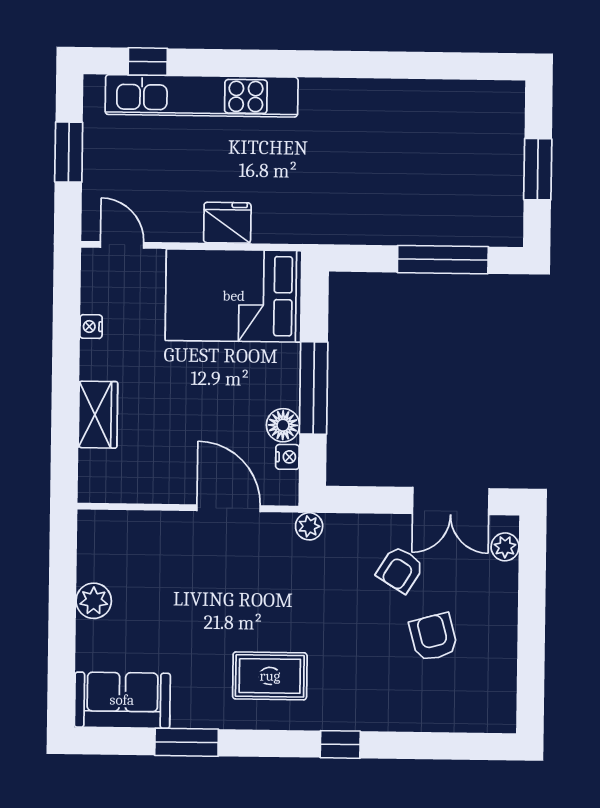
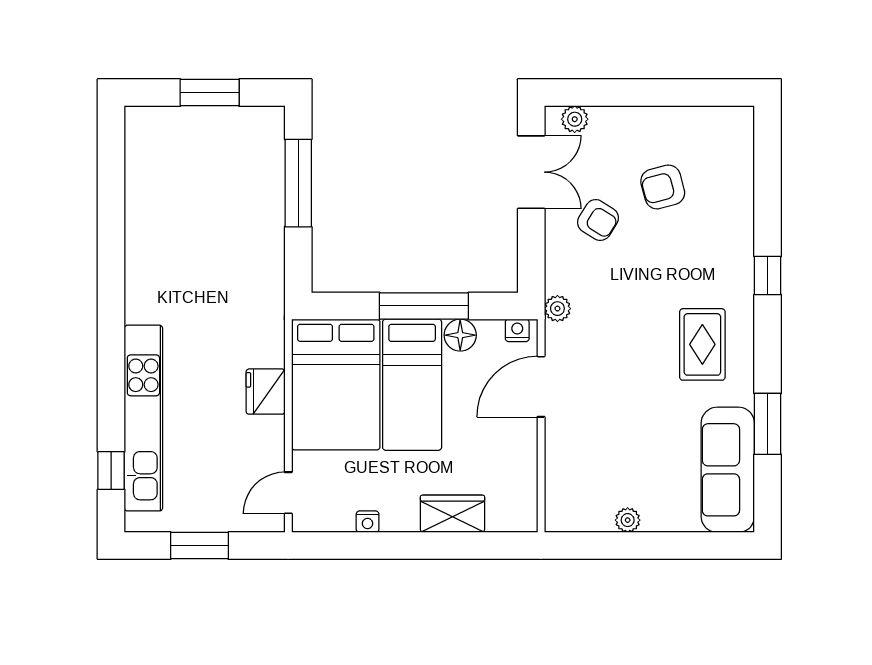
bed: (232, 375) -> (412, 385), added
nightstand: (287, 457) -> (517, 330), moved
plant: (94, 601) -> (628, 520), width x0.73, depth x0.73
sofa: (122, 700) -> (728, 470), width x1.36

